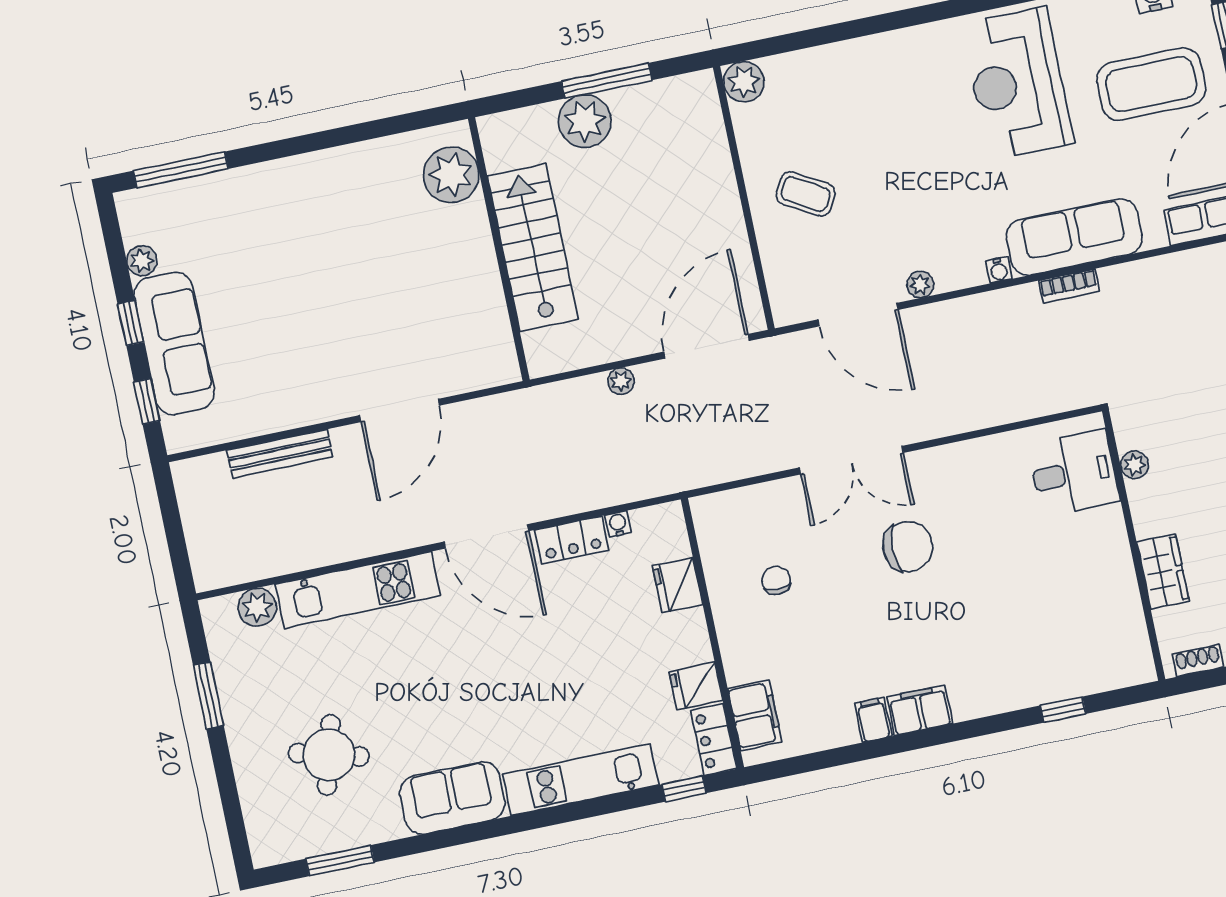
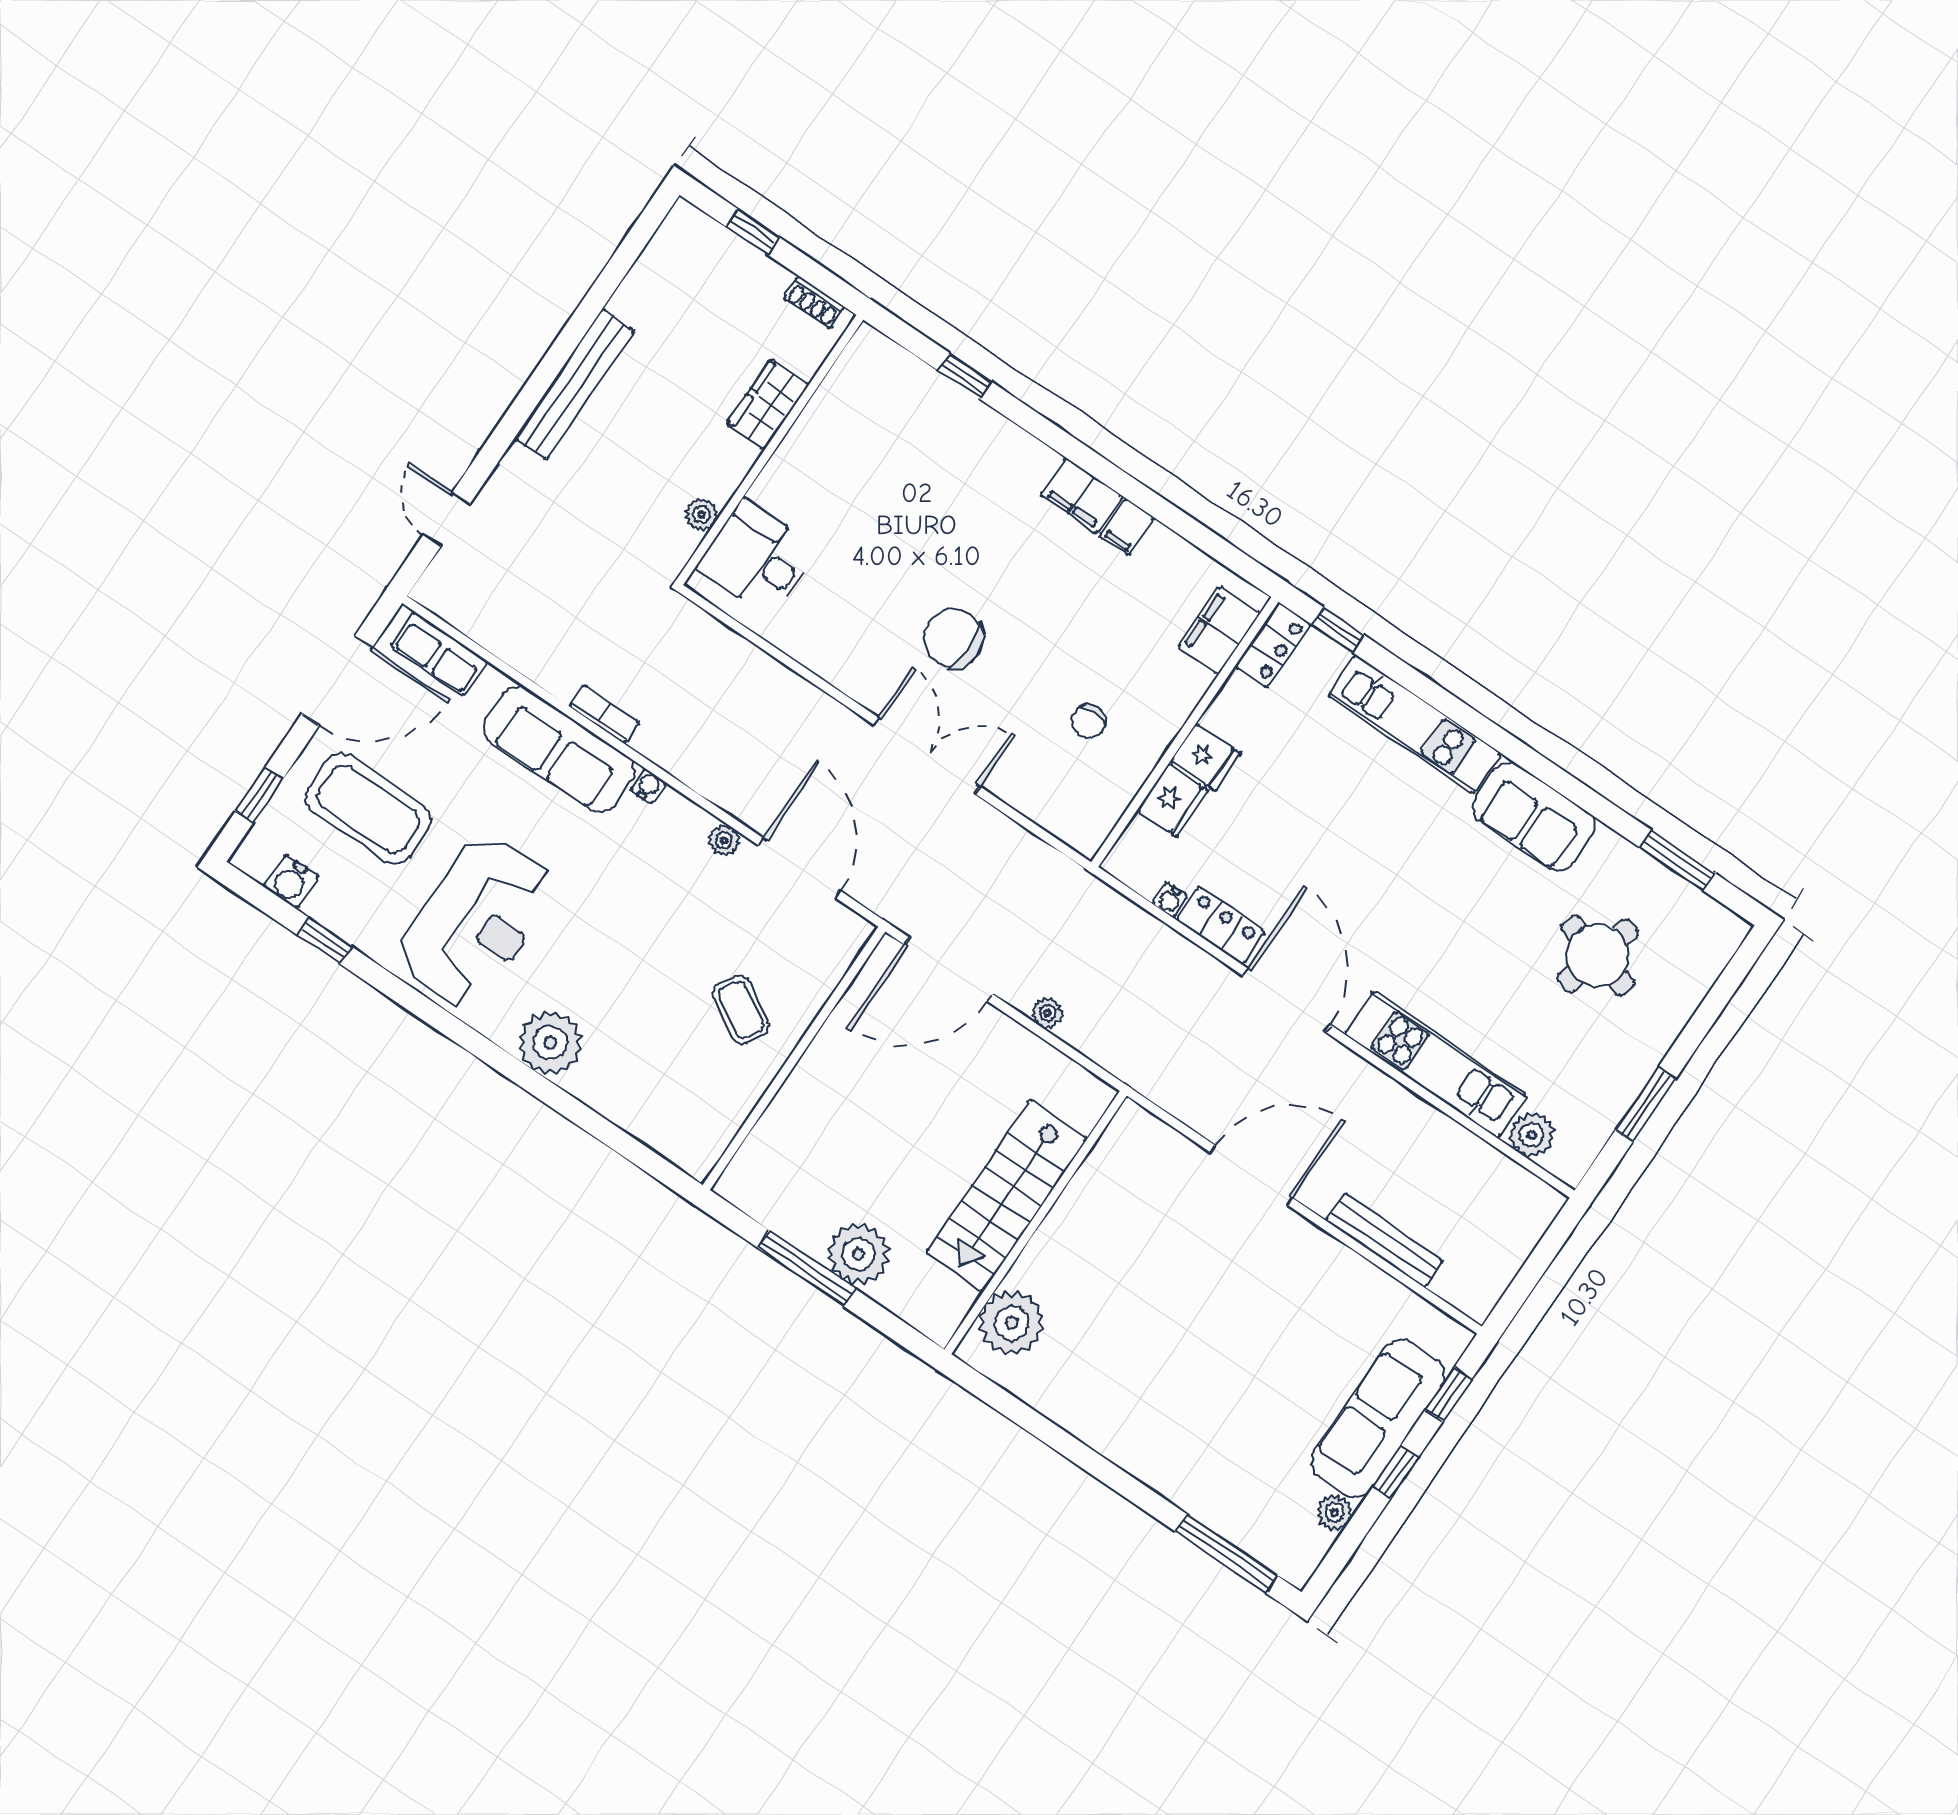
plant: (744, 82) -> (550, 1043), moved, width x1.36, depth x1.36
fridge: (696, 686) -> (1206, 757), moved

